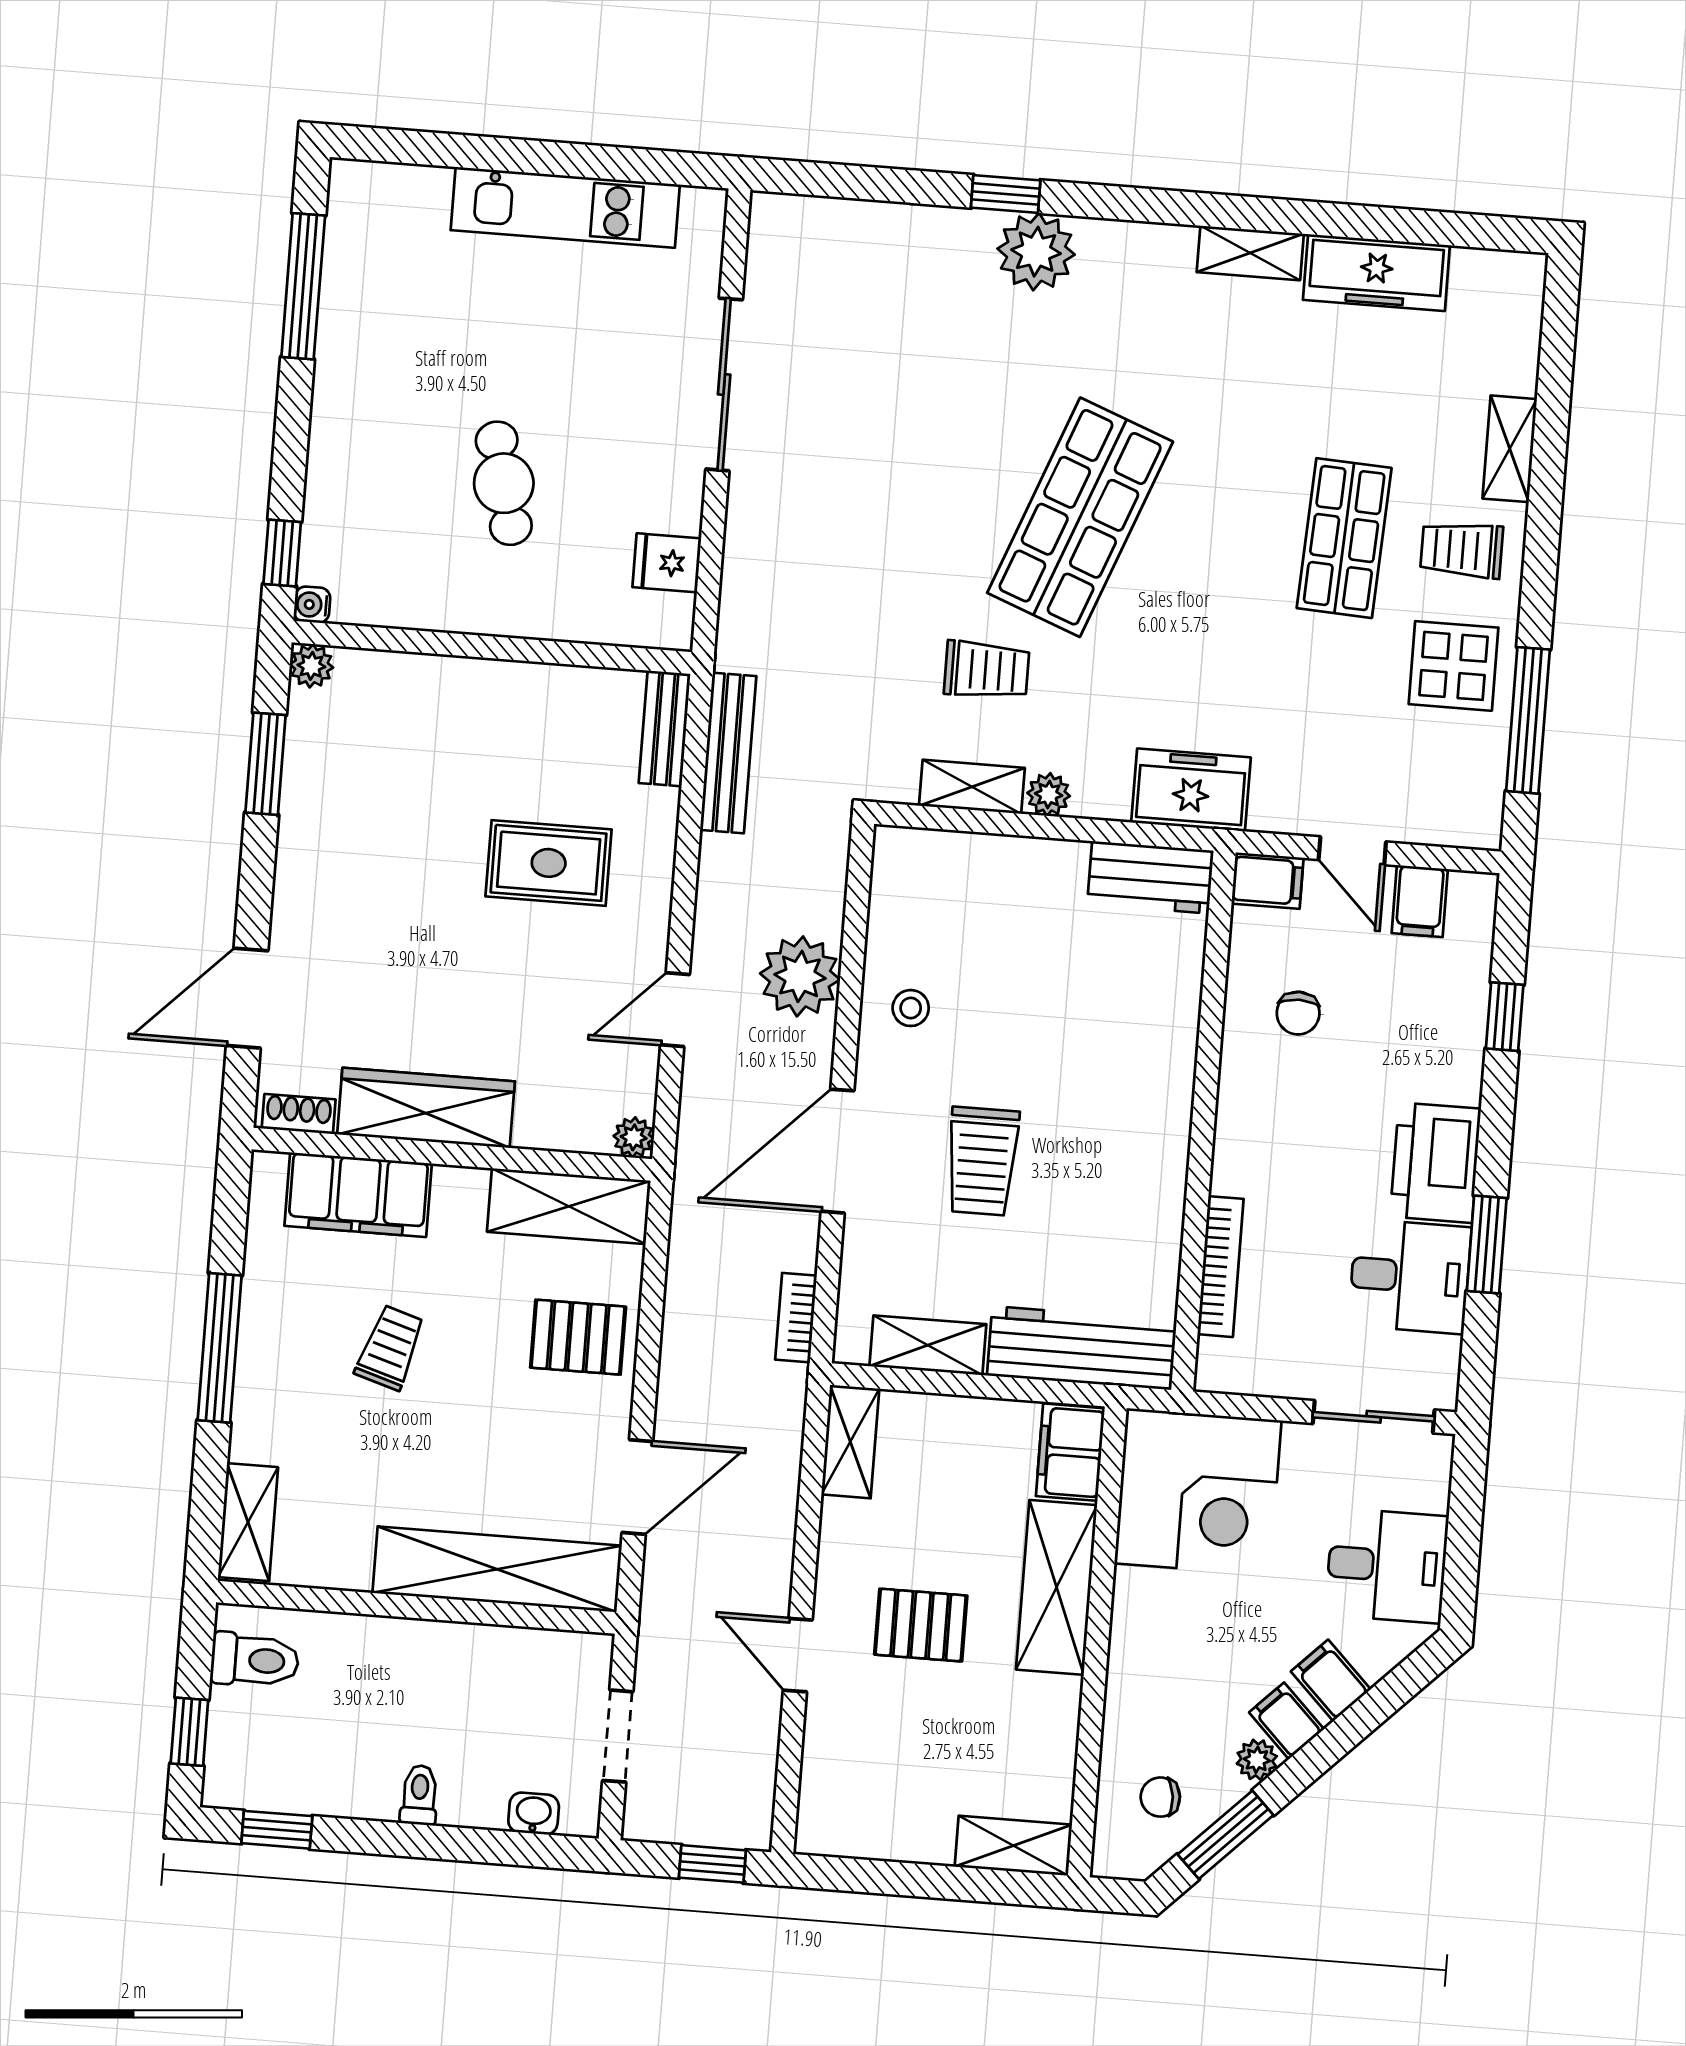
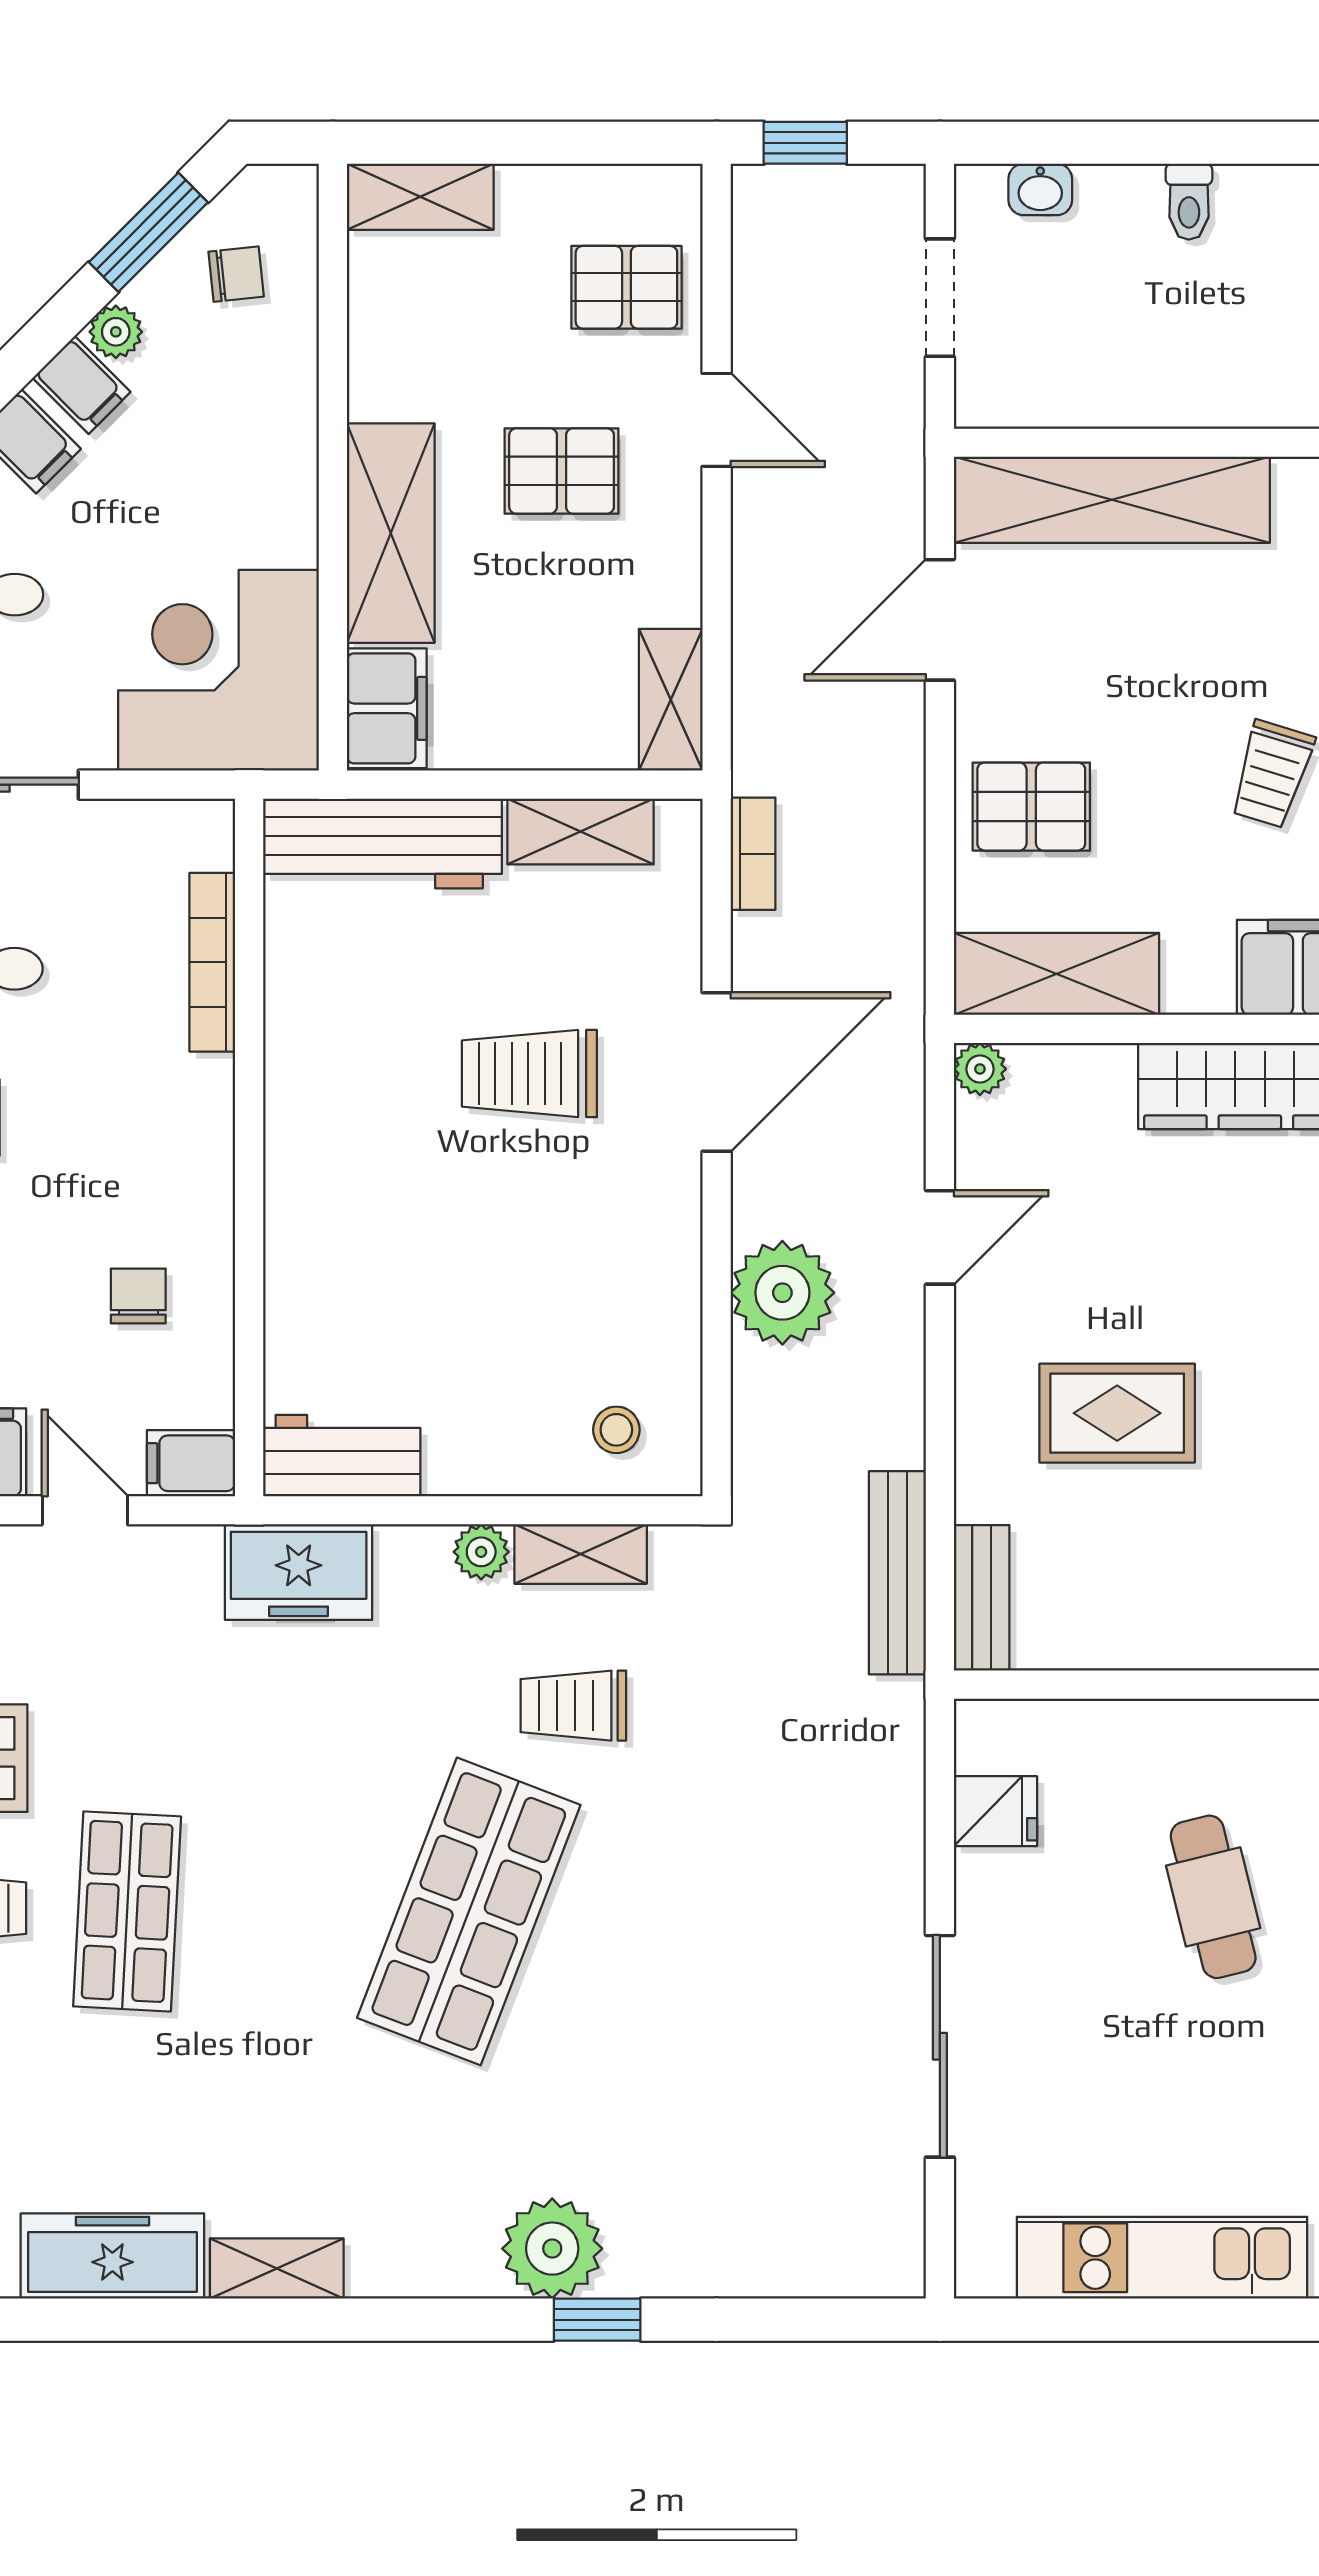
stool: (911, 1008) -> (616, 1430), moved
trolley: (982, 1161) -> (529, 1074), turned -90
pallet: (859, 1763) -> (626, 287), added

